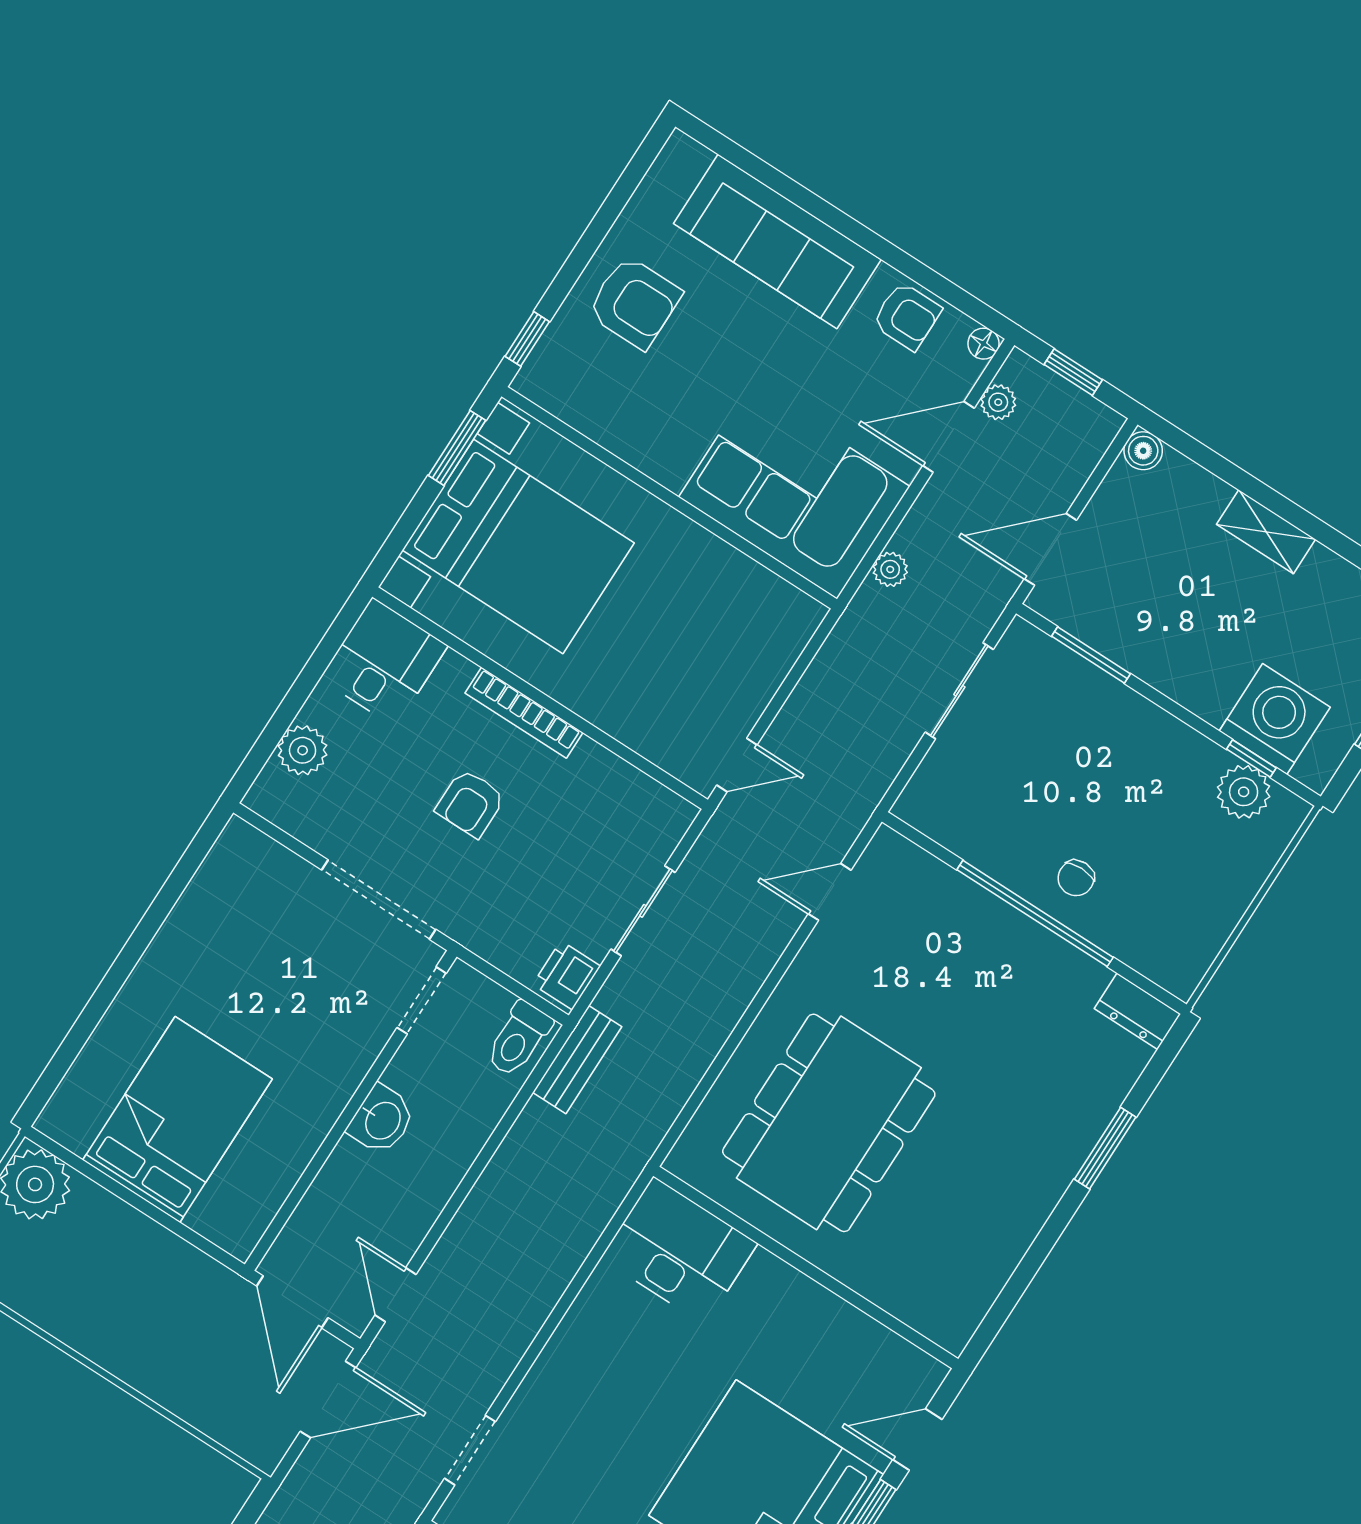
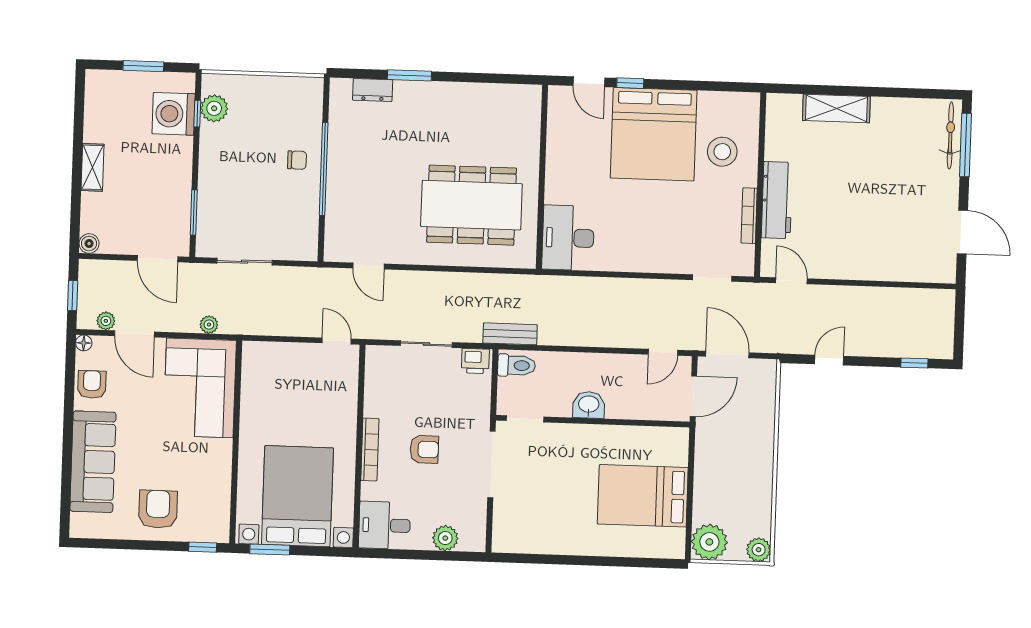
dresser: (1137, 1011) -> (373, 90), moved, turned 90

